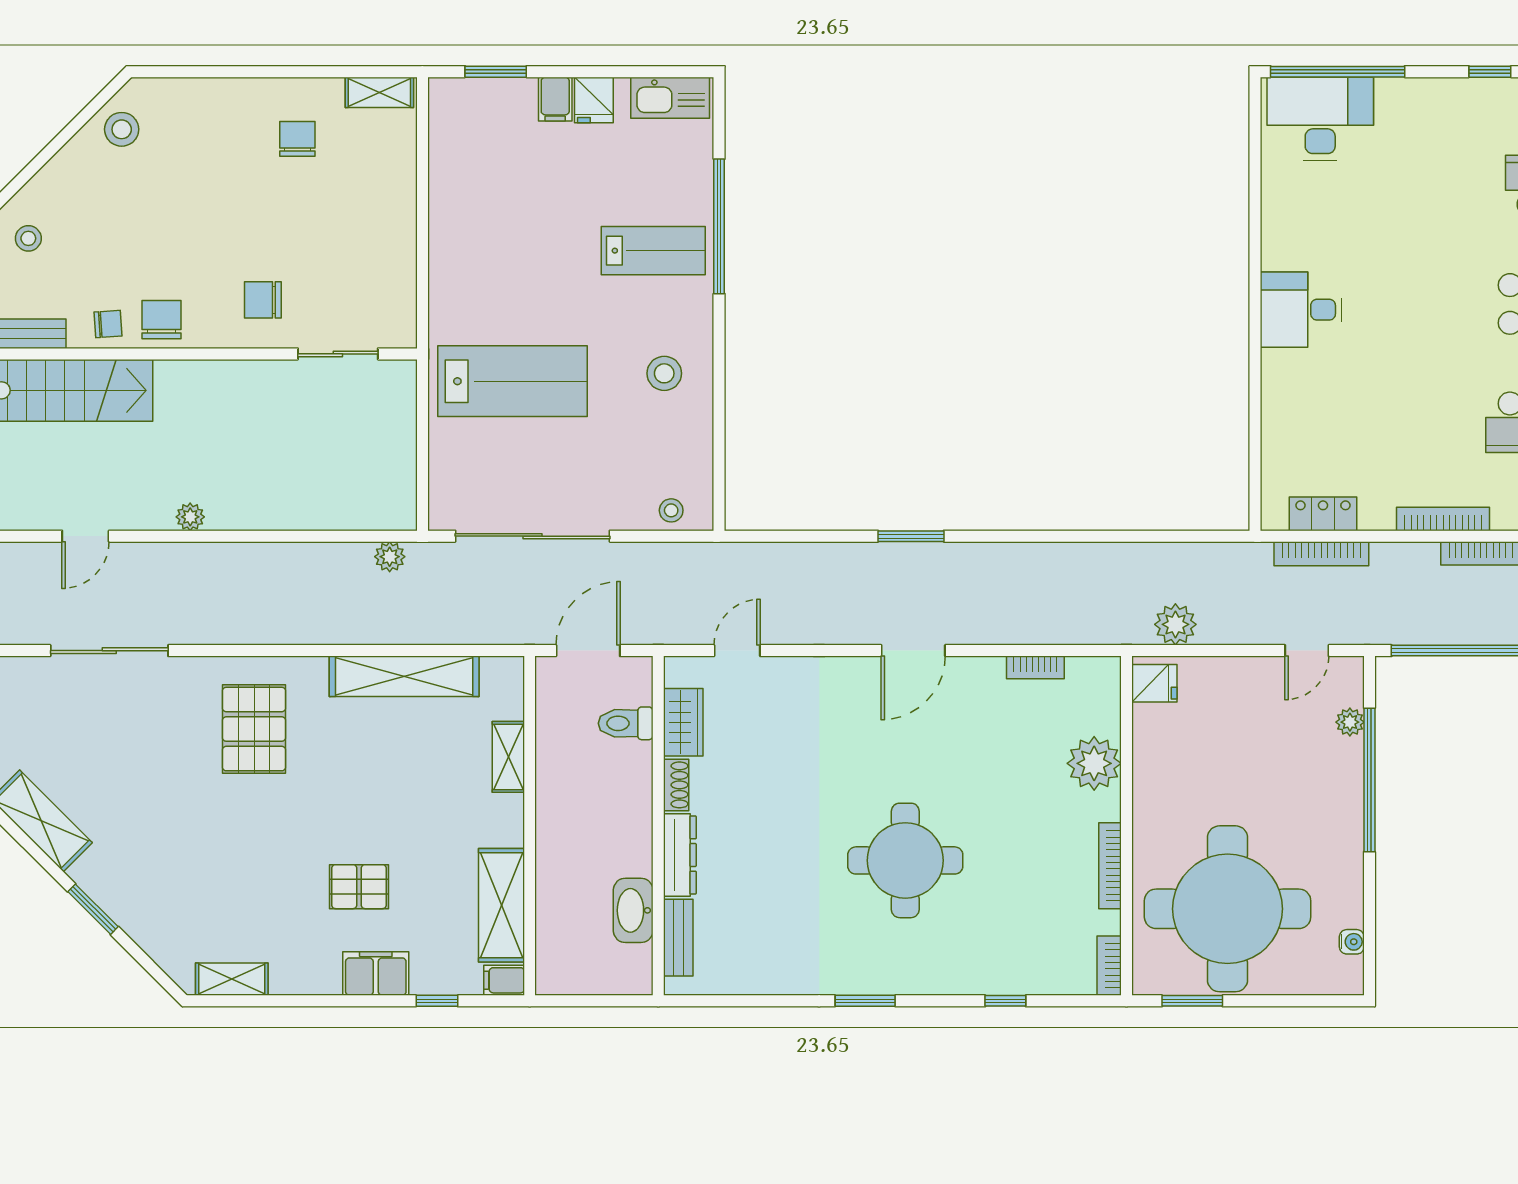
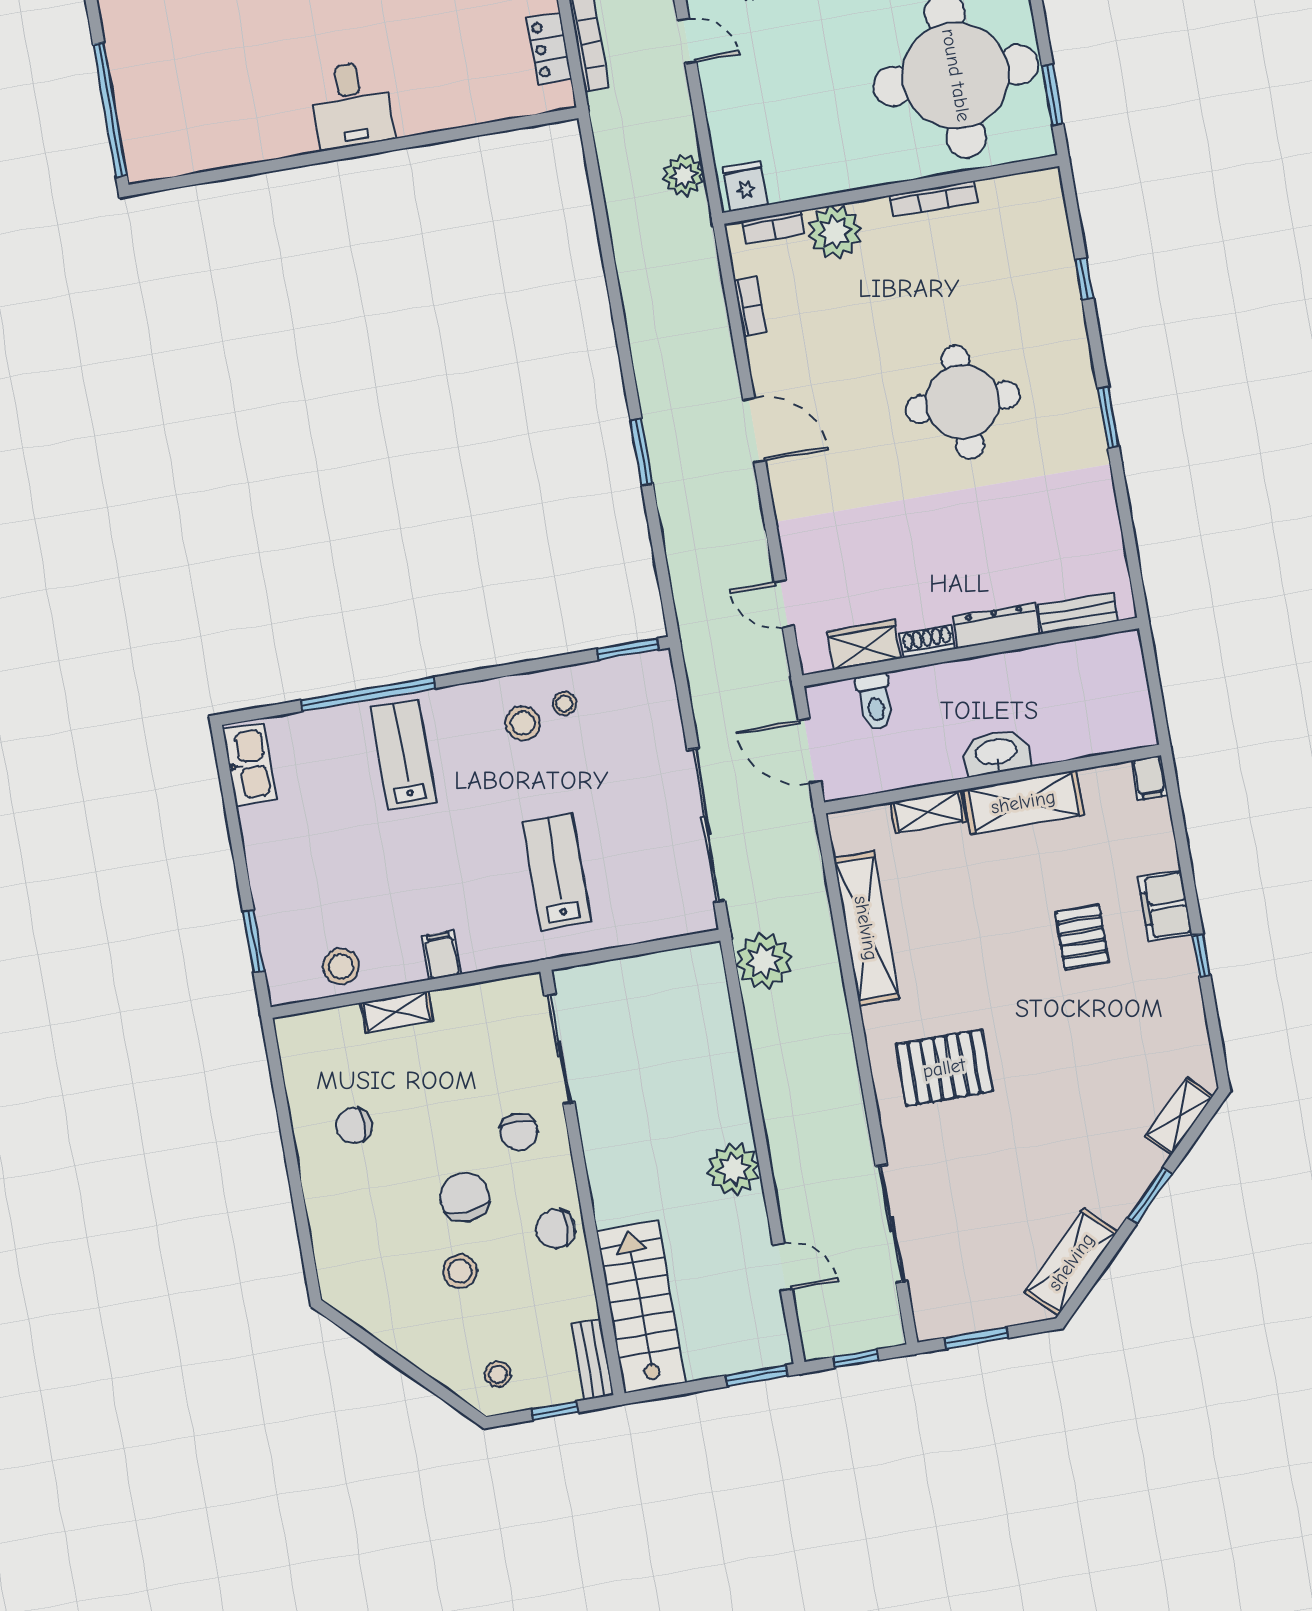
shelving: (379, 92) -> (397, 1012), moved, turned 90
filing cabinet: (555, 99) -> (442, 955), moved, turned -90
fridge: (594, 100) -> (265, 839), removed
desk: (1320, 119) -> (159, 119), removed
stool: (122, 129) -> (460, 1271), moved
stool: (456, 154) -> (341, 966), added
chair: (108, 324) -> (464, 1197), moved, width x1.87, depth x1.87
sliding door: (338, 354) -> (559, 1049), width x1.37
lab bench: (513, 381) -> (556, 872), width x0.73, depth x0.72
window: (719, 489) -> (628, 649), added
stool: (671, 510) -> (564, 704), moved
plant: (190, 517) -> (733, 1169), width x1.88, depth x1.88
plant: (390, 557) -> (764, 961), width x1.88, depth x1.88
shelving: (501, 905) -> (1023, 802), moved
washbasin: (633, 910) -> (996, 753), moved, turned 180
bookcase: (1109, 966) -> (773, 227), moved
shelving: (232, 979) -> (1179, 1116), moved, turned 45
window: (437, 1001) -> (1201, 955), moved

